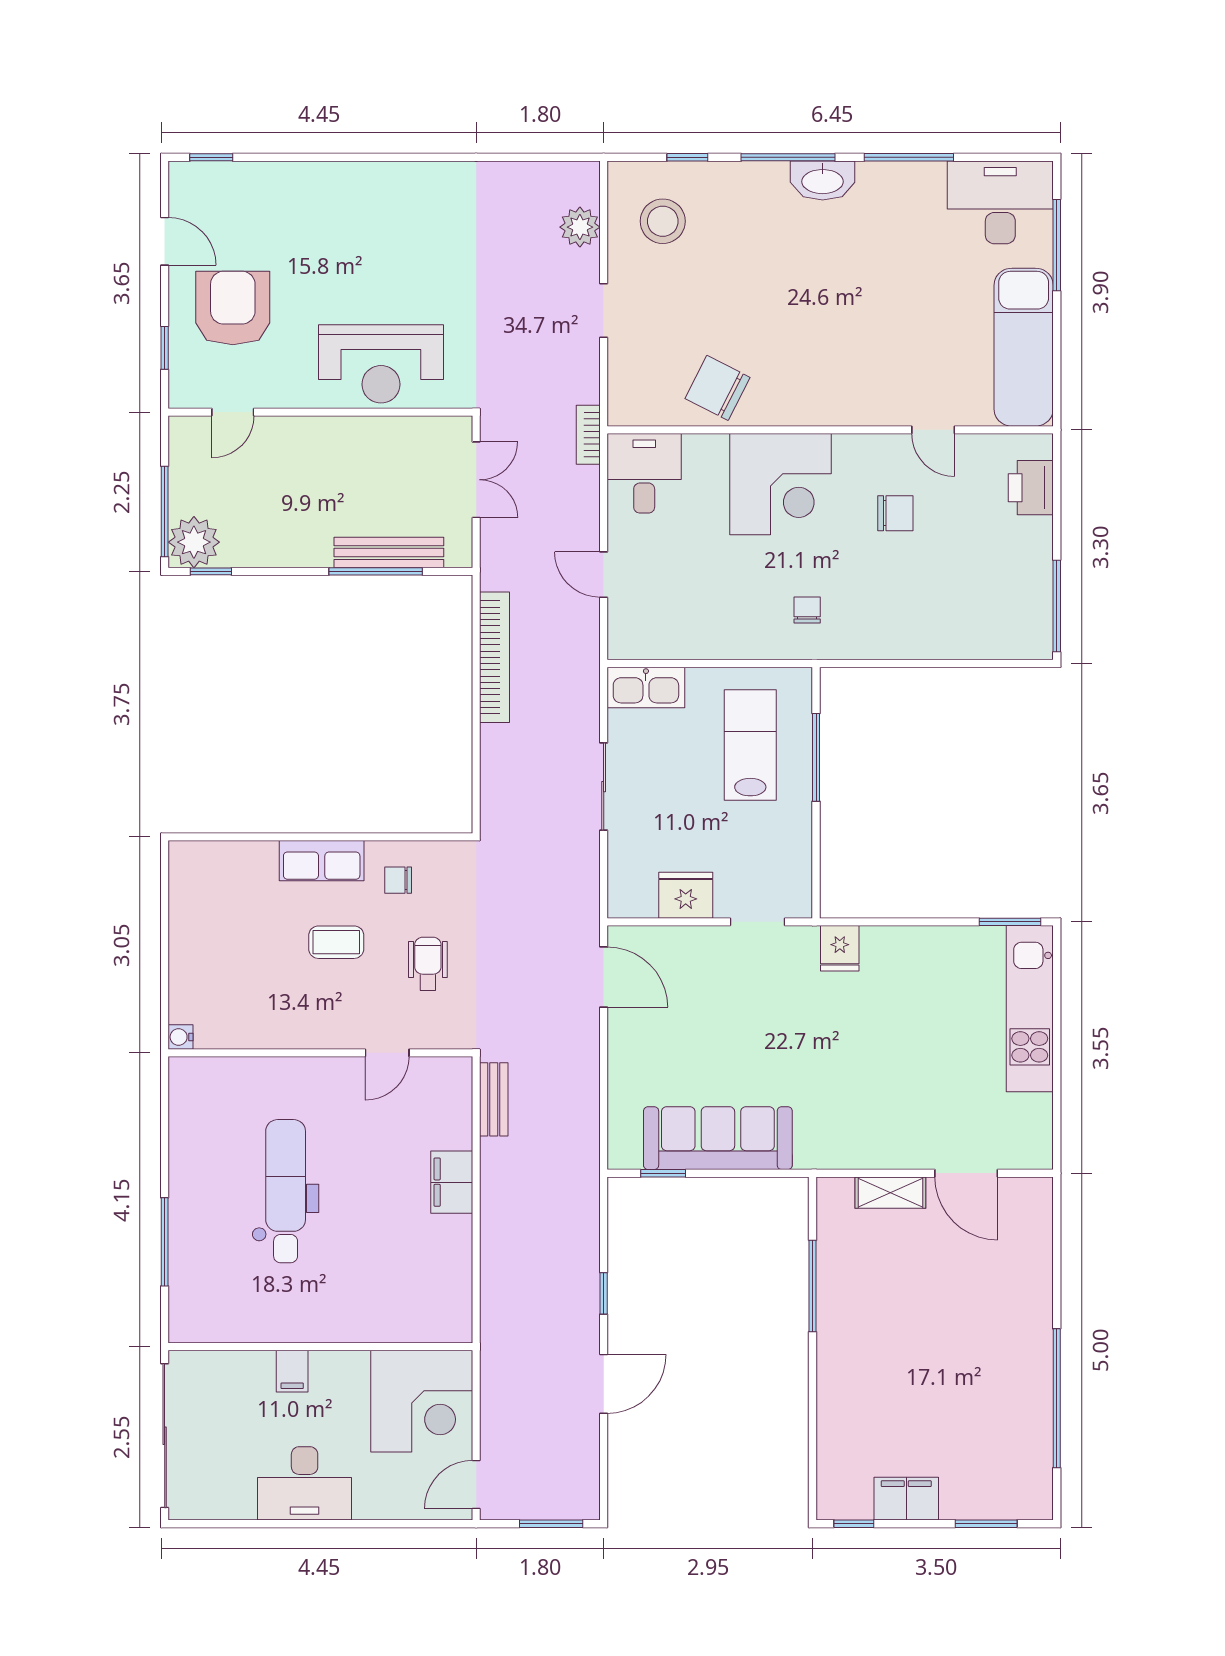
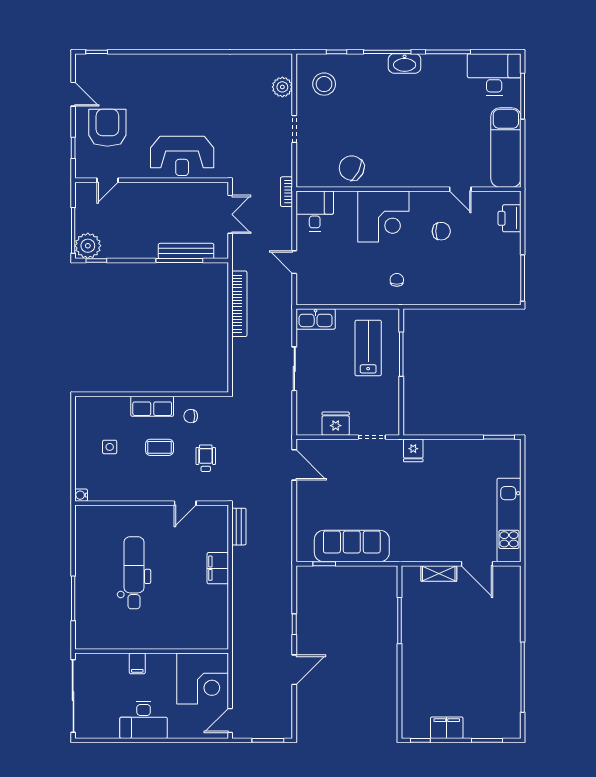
side table: (237, 941) -> (110, 447), added
kitchen unit: (1030, 1009) -> (509, 520), moved

